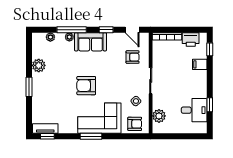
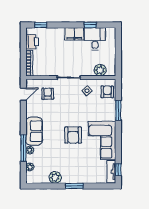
window: (106, 30) -> (23, 117), removed
filing cabinet: (200, 64) -> (74, 34), moved, width x2.00
corner sofa: (99, 118) -> (102, 140), moved
window: (91, 136) -> (118, 110), moved

